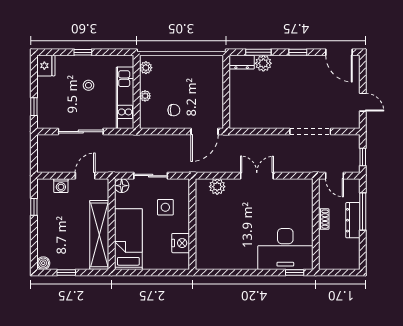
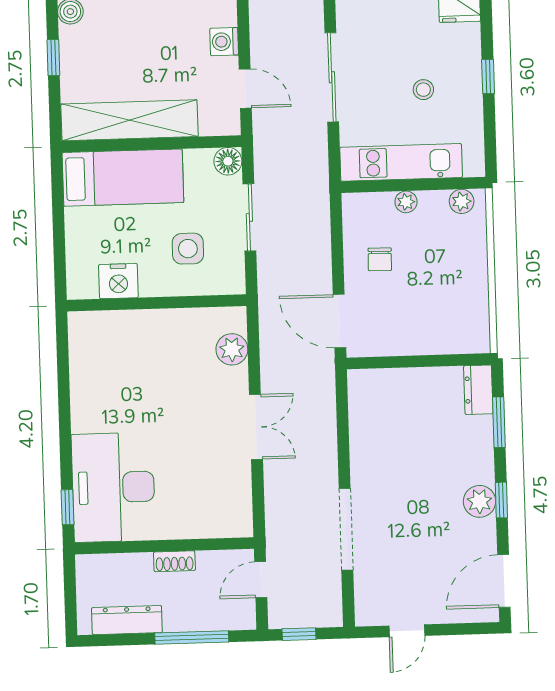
plant: (263, 63) -> (480, 501), moved
dresser: (353, 220) -> (127, 620), moved

